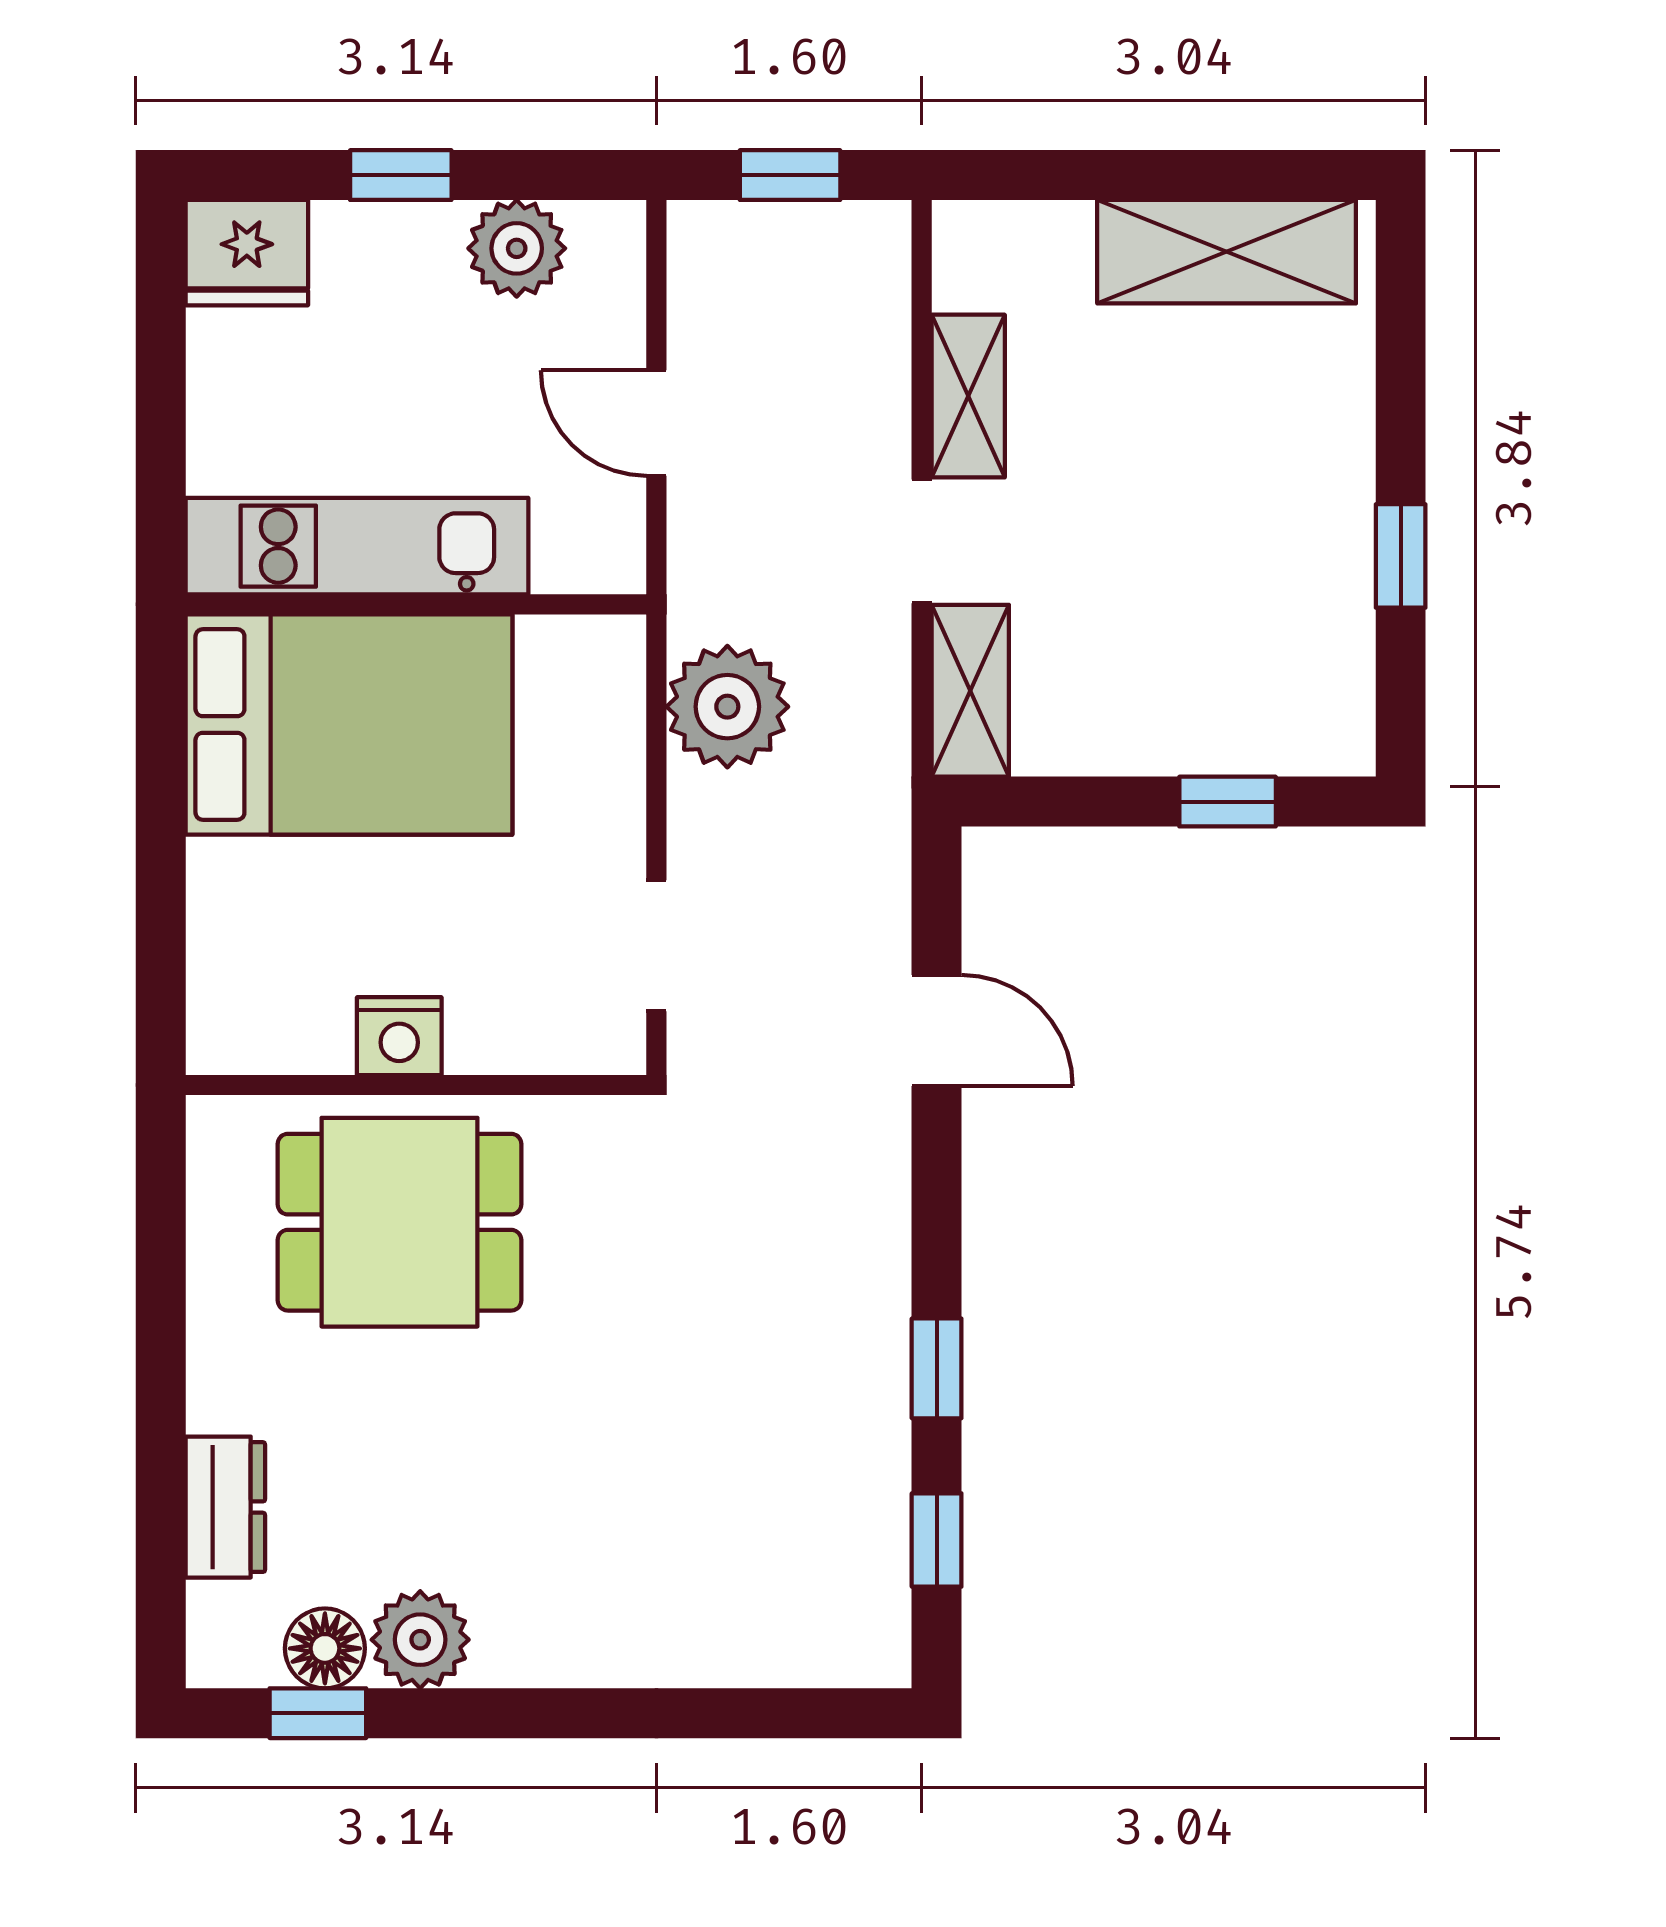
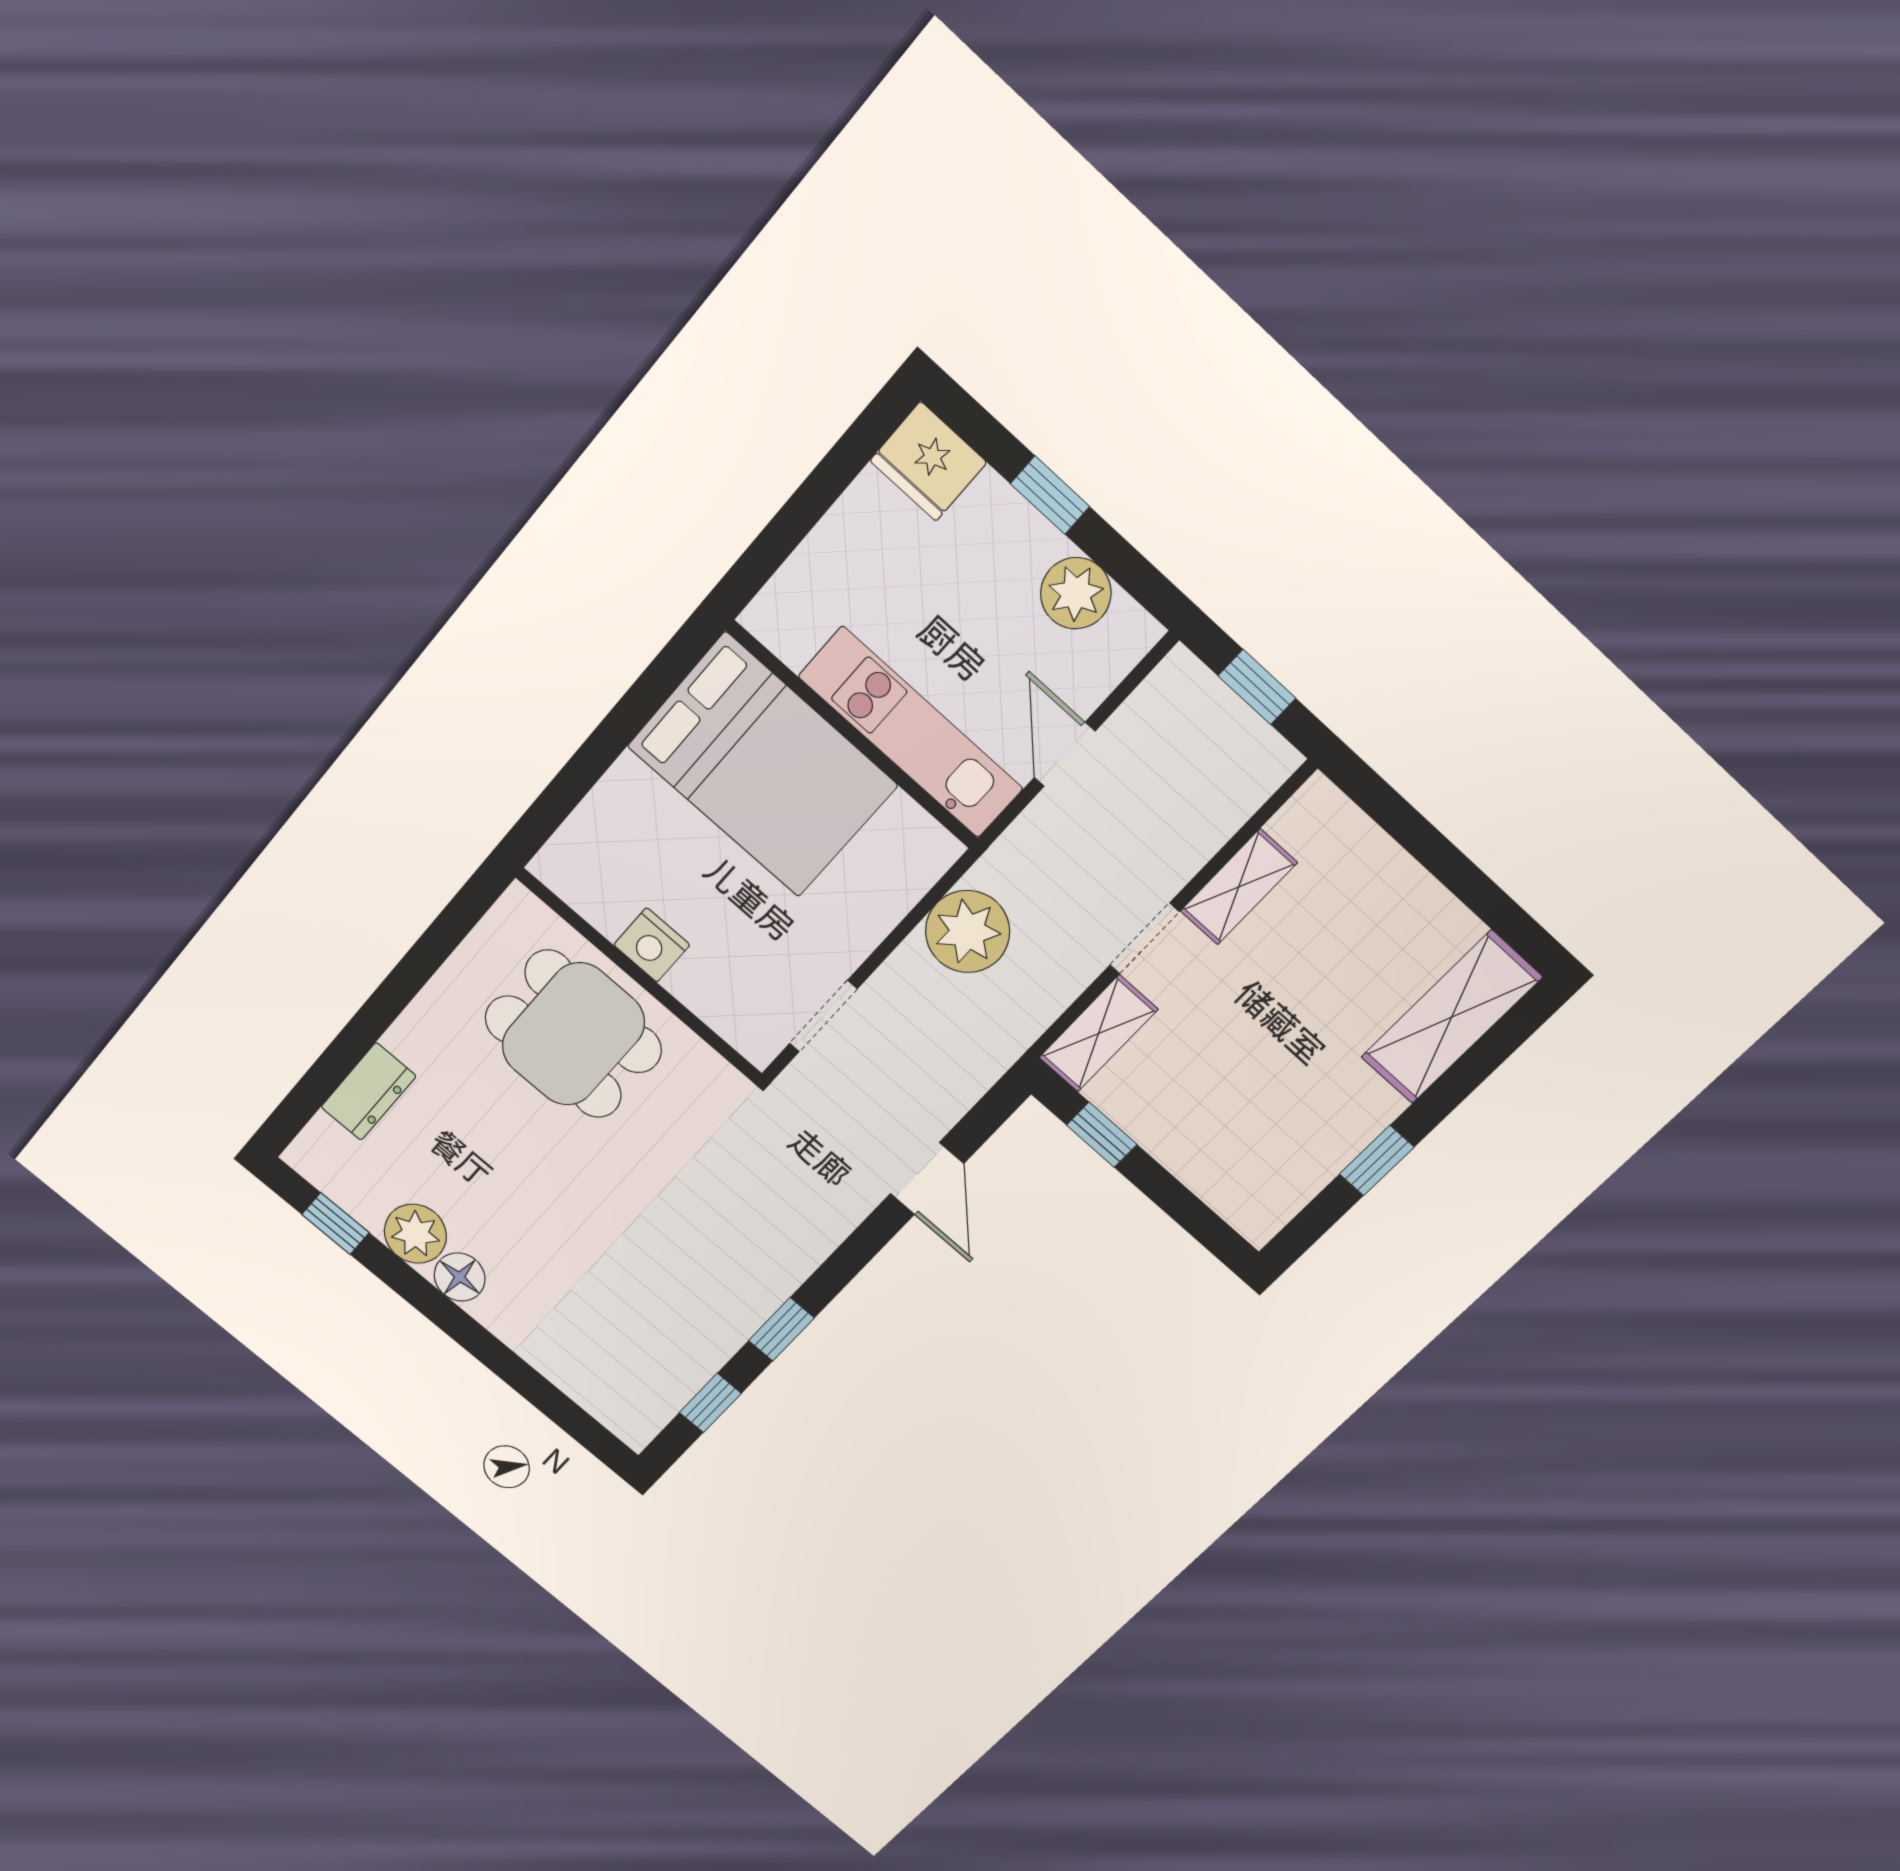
shelving: (1227, 252) -> (1451, 1017), moved, turned 90
kitchen unit: (357, 546) -> (911, 733), moved
window: (1228, 802) -> (1102, 1135), moved
floor lamp: (325, 1648) -> (460, 1277), moved

